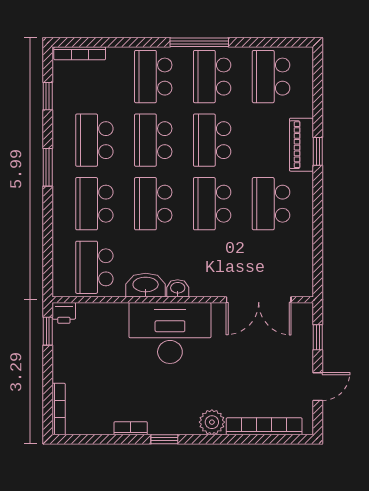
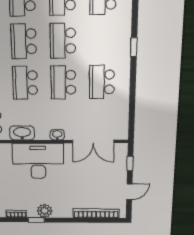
piano: (301, 145) -> (123, 43), removed
washbasin: (178, 288) -> (57, 135), moved
plant: (212, 422) -> (45, 211), moved

